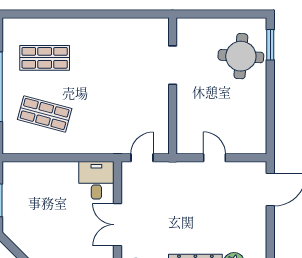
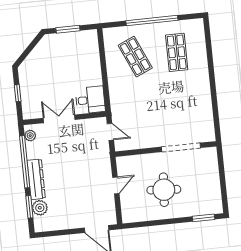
round table: (241, 56) -> (164, 190), moved
doorway: (173, 65) -> (181, 147), width x1.36
shop shelf: (45, 114) -> (135, 57), turned -39

